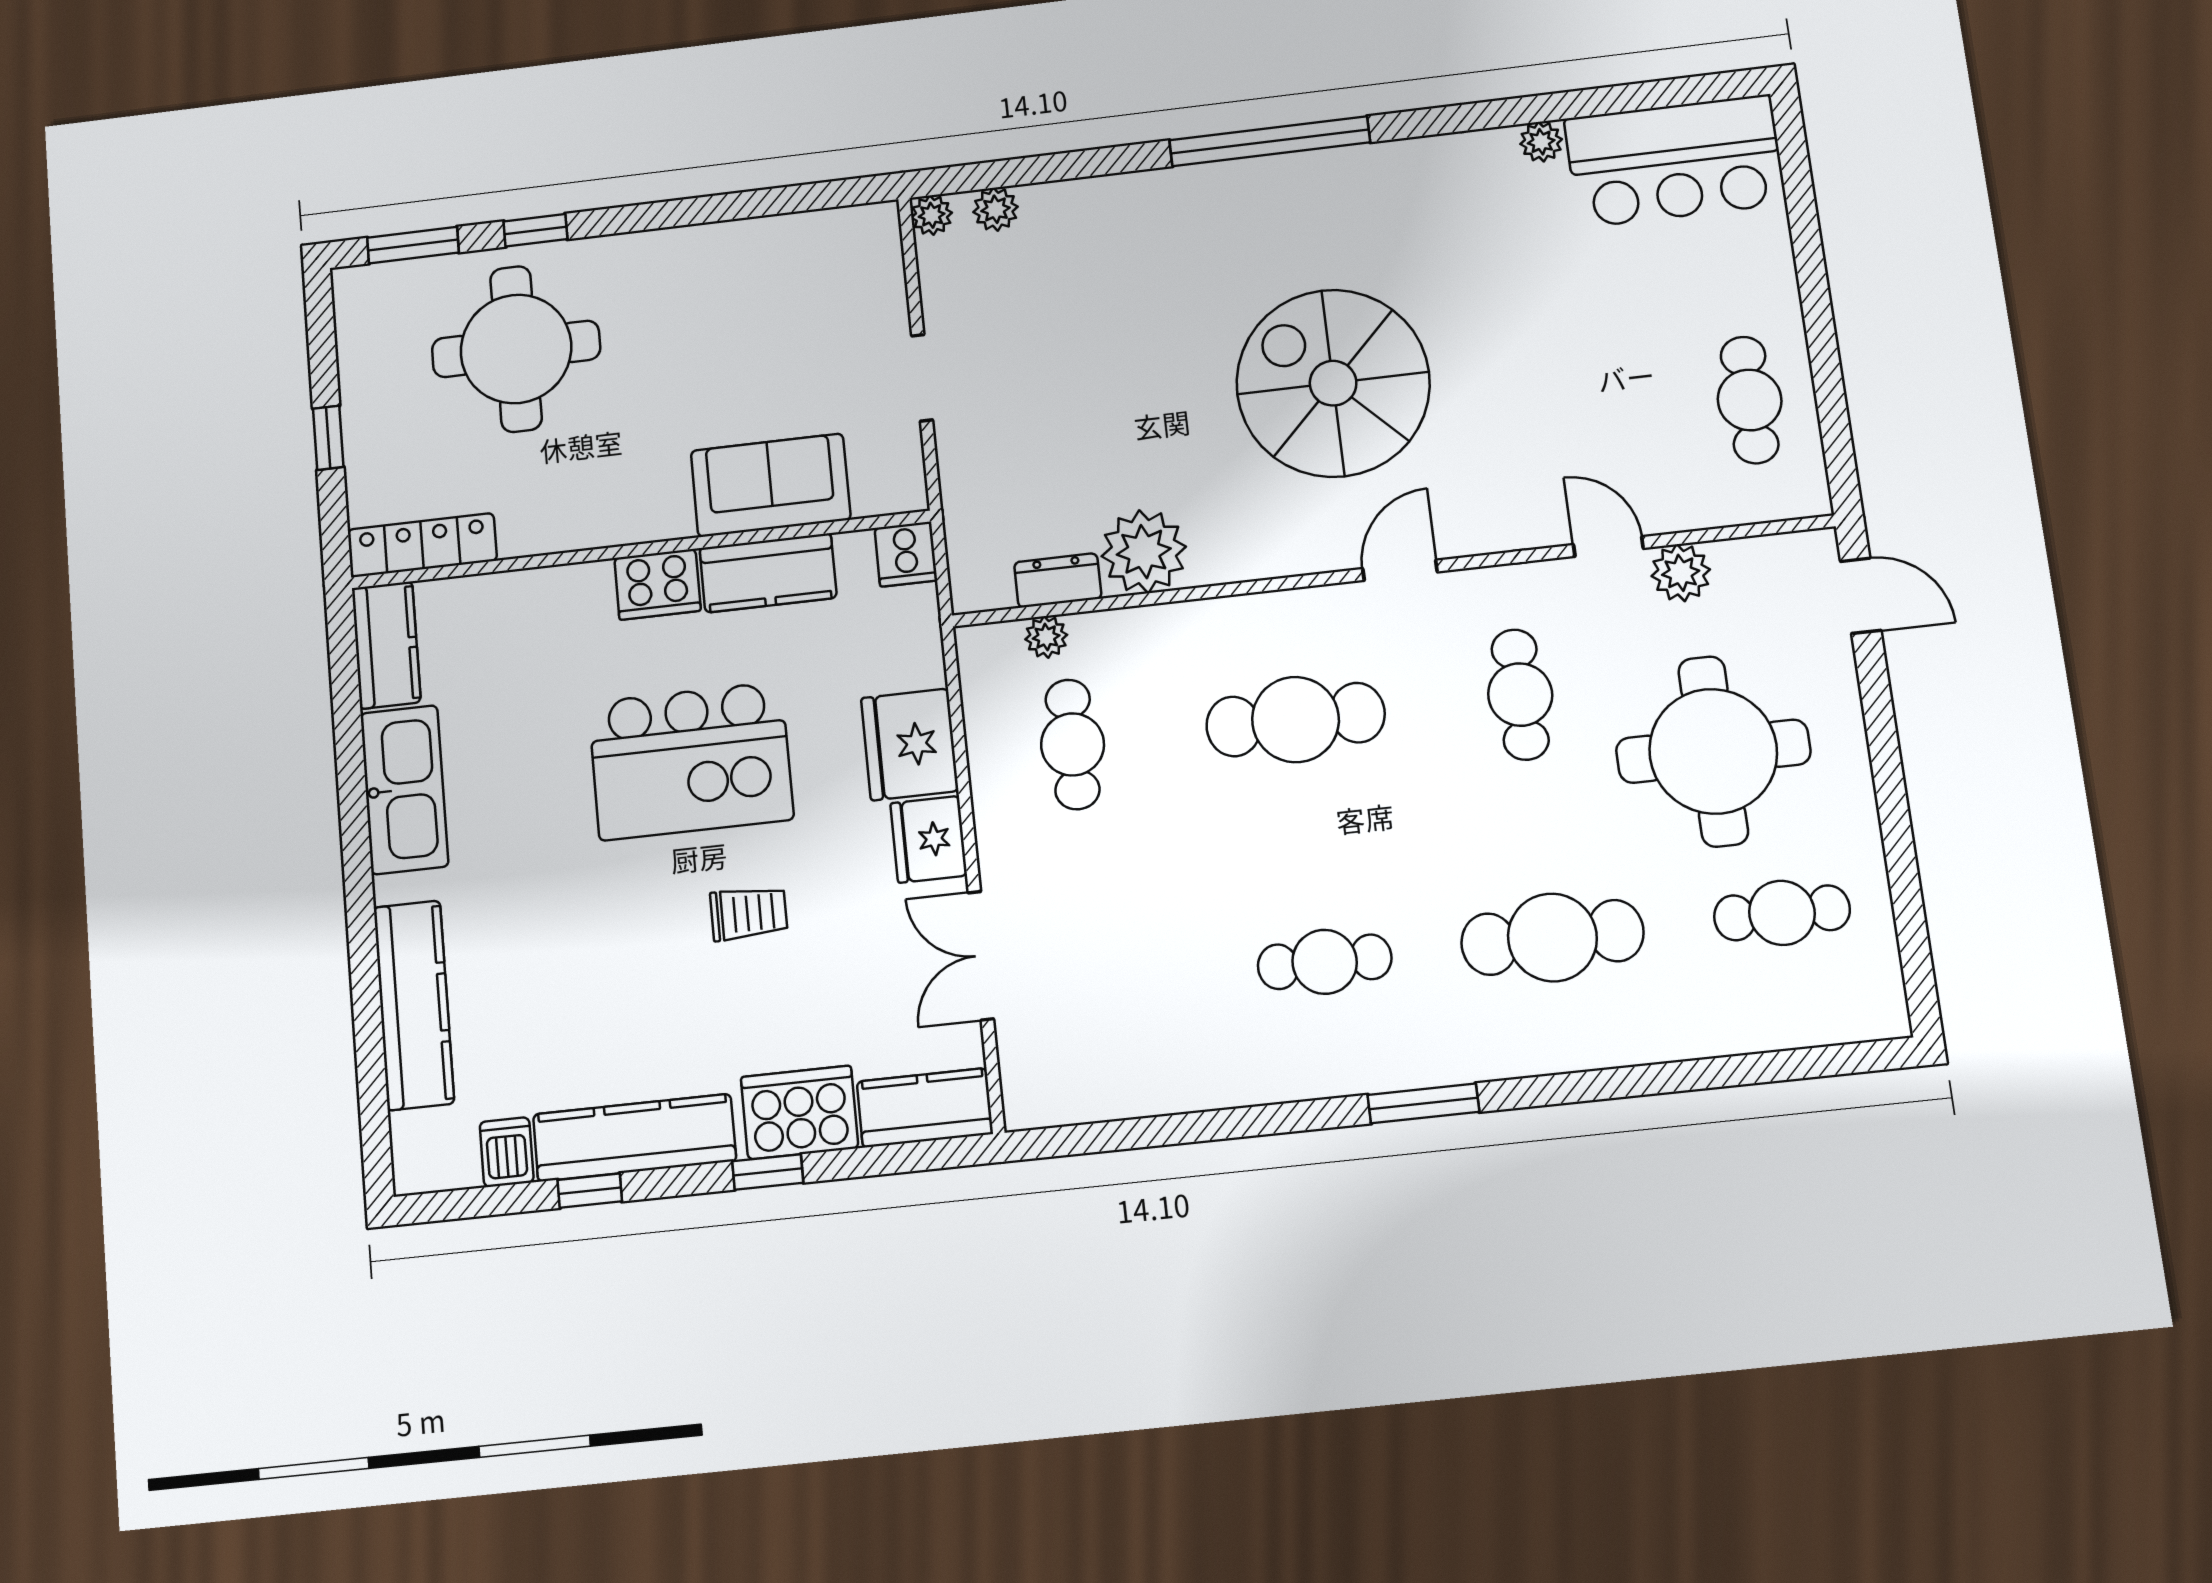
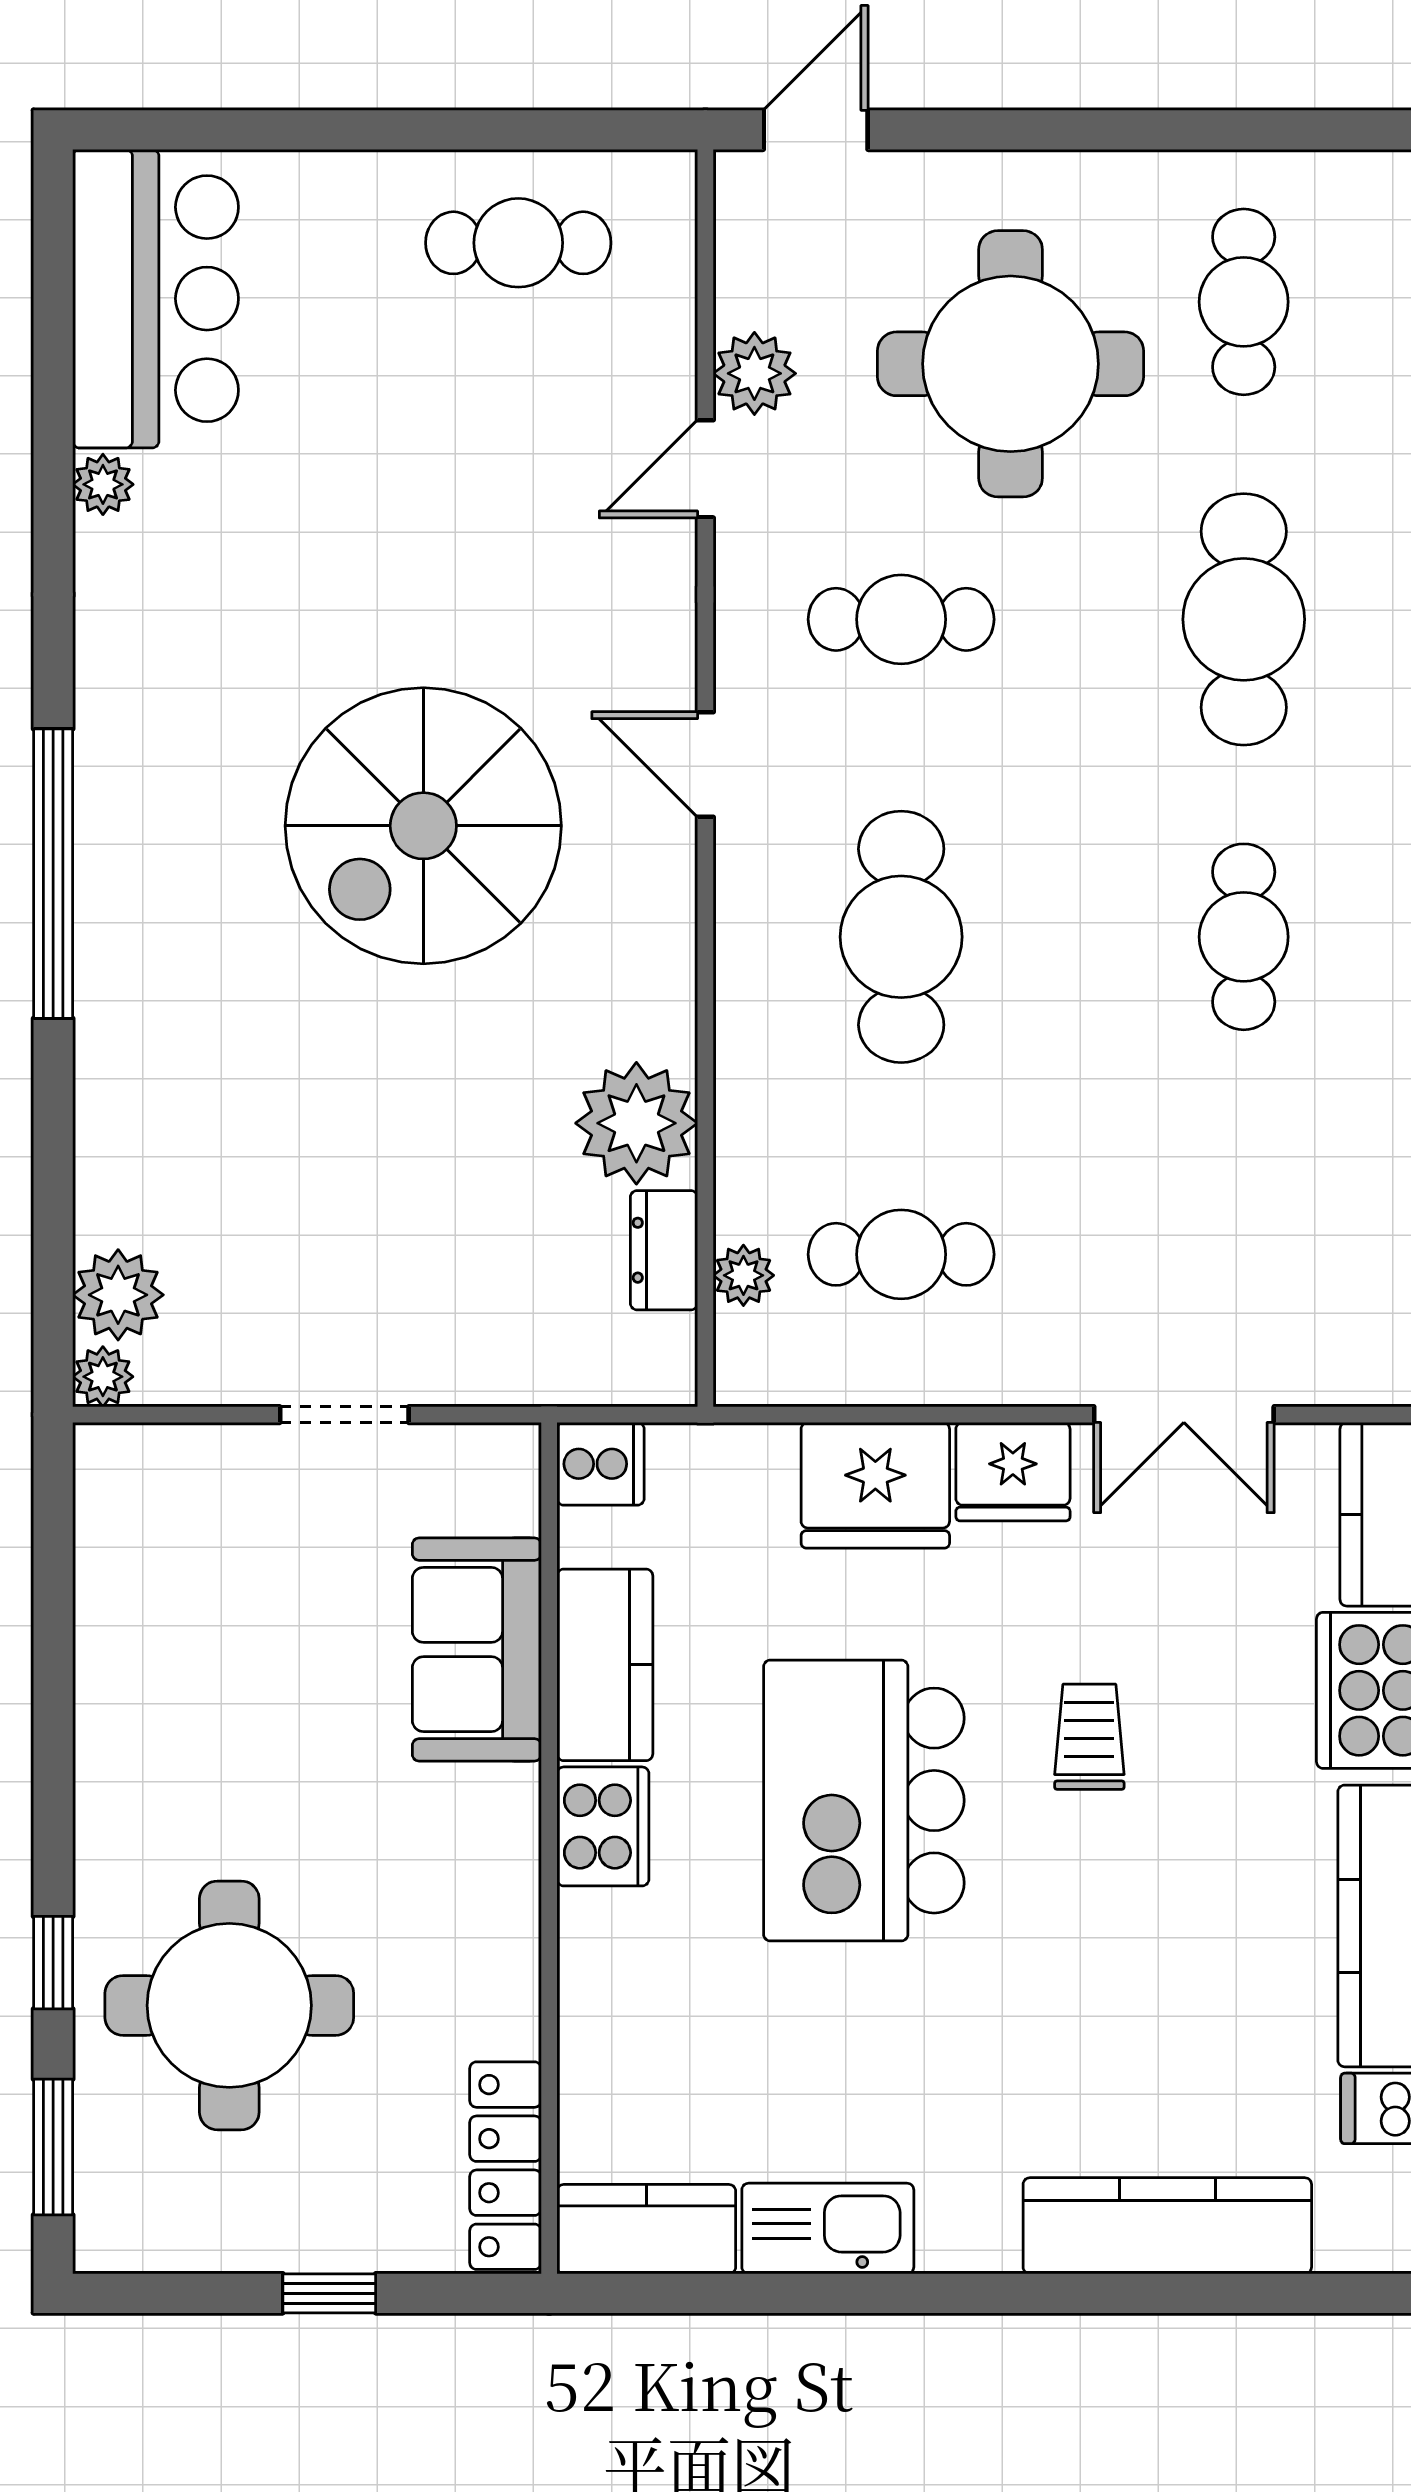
plant: (996, 209) -> (118, 1295), width x1.38, depth x1.38
kitchen island: (691, 761) -> (864, 1801), turned 180
kitchen sink: (404, 790) -> (828, 2228), width x0.73, depth x0.81

